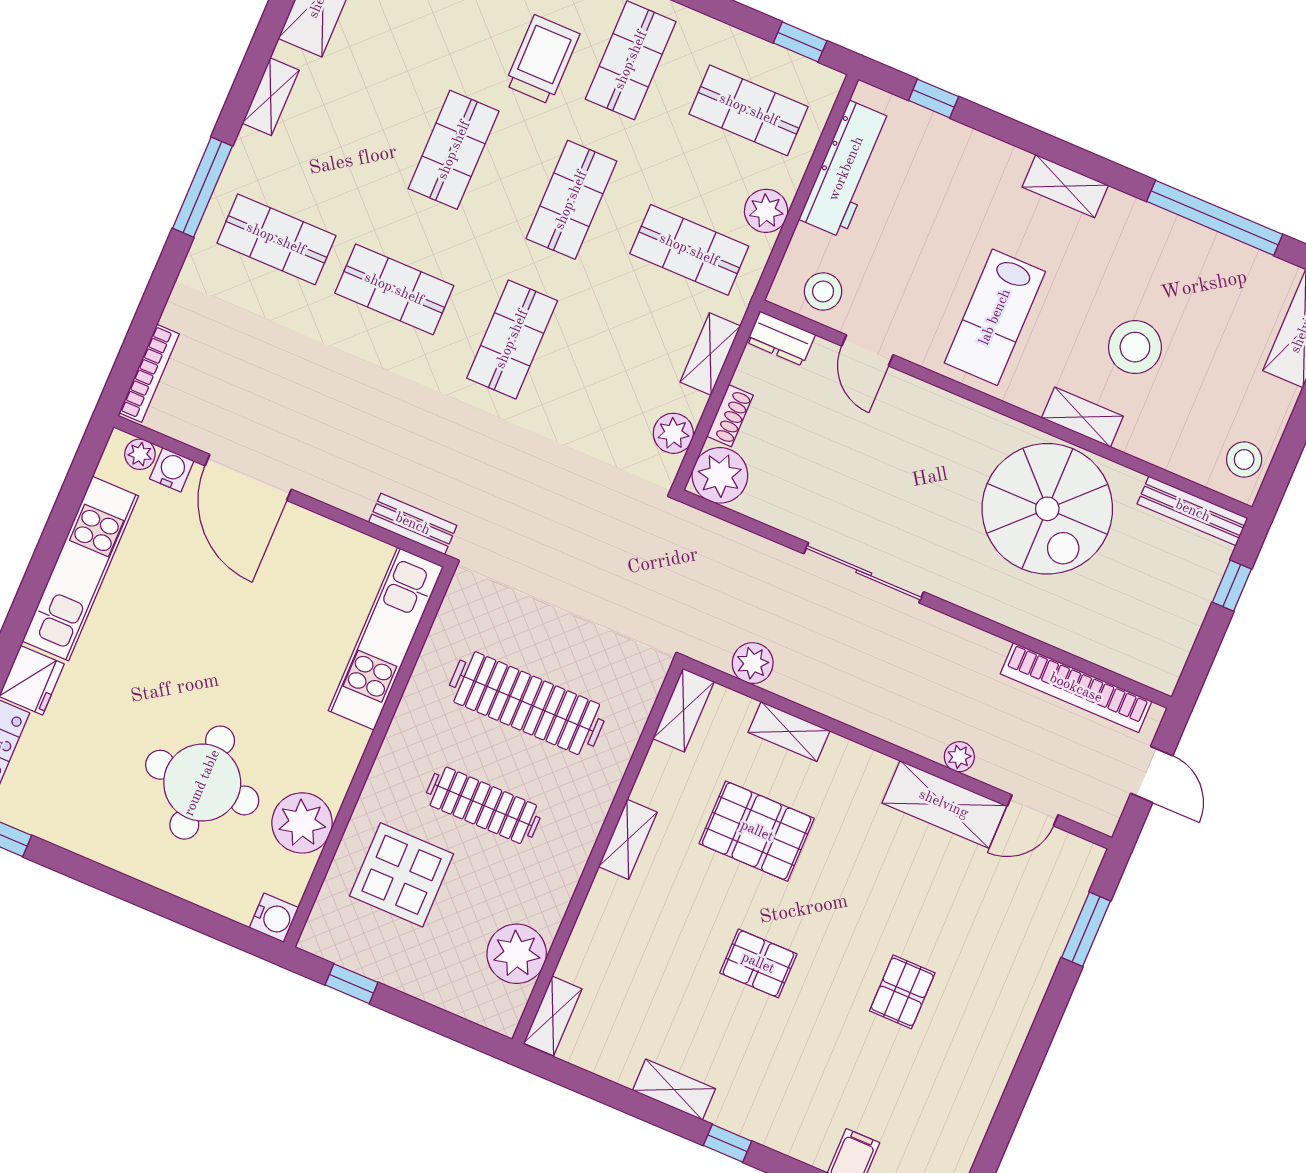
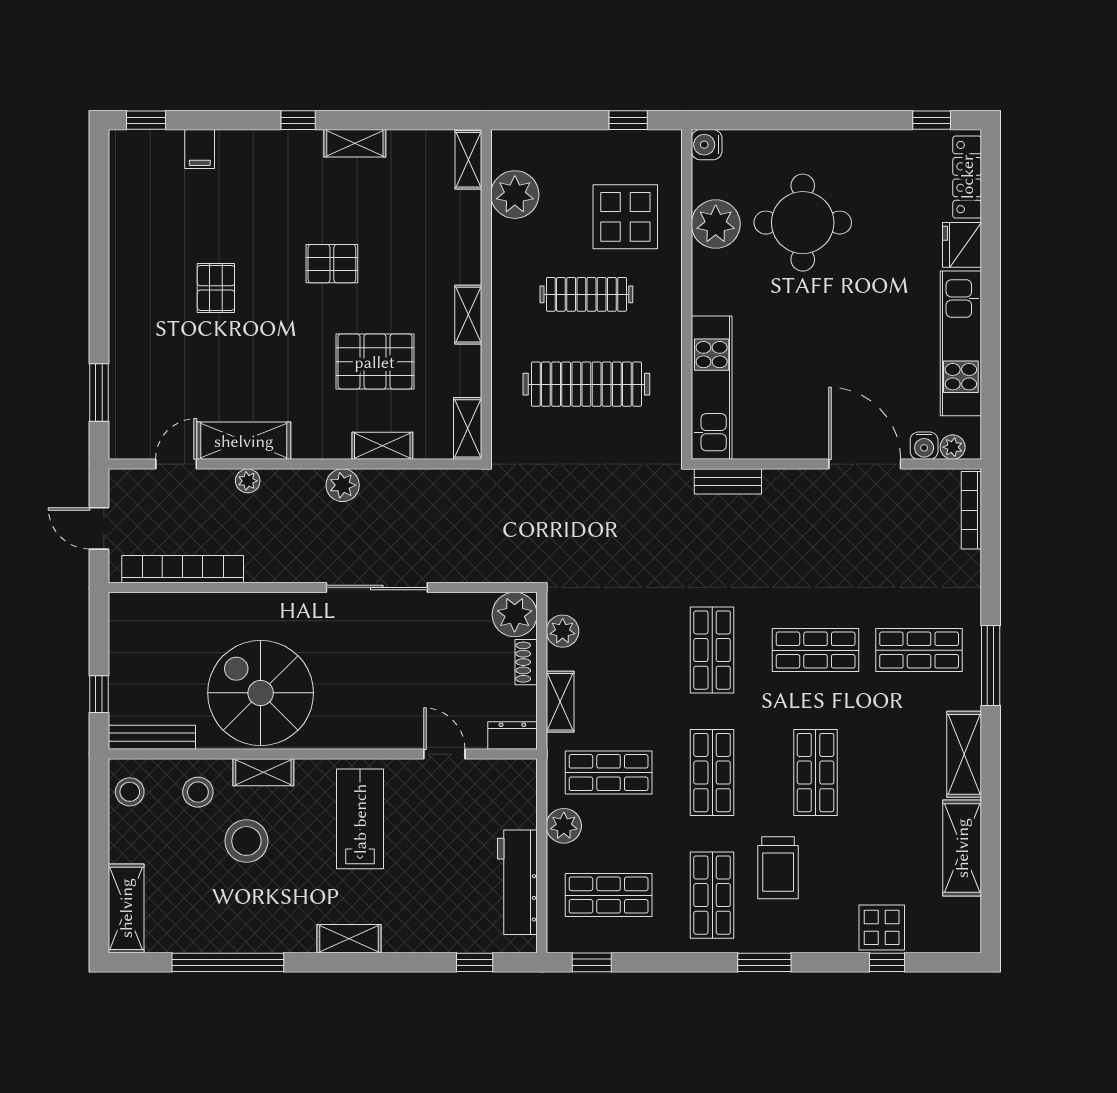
shelving: (271, 97) -> (964, 754), width x1.50, depth x1.33
stool: (823, 291) -> (198, 792), moved
plant: (753, 663) -> (343, 485), moved

